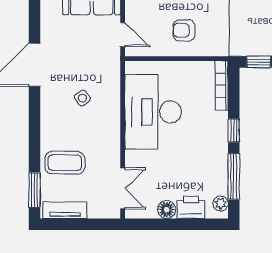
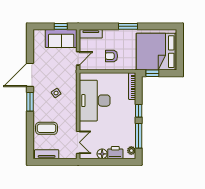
door: (123, 35) -> (78, 58), hinge flipped
window: (34, 190) -> (30, 102), moved

